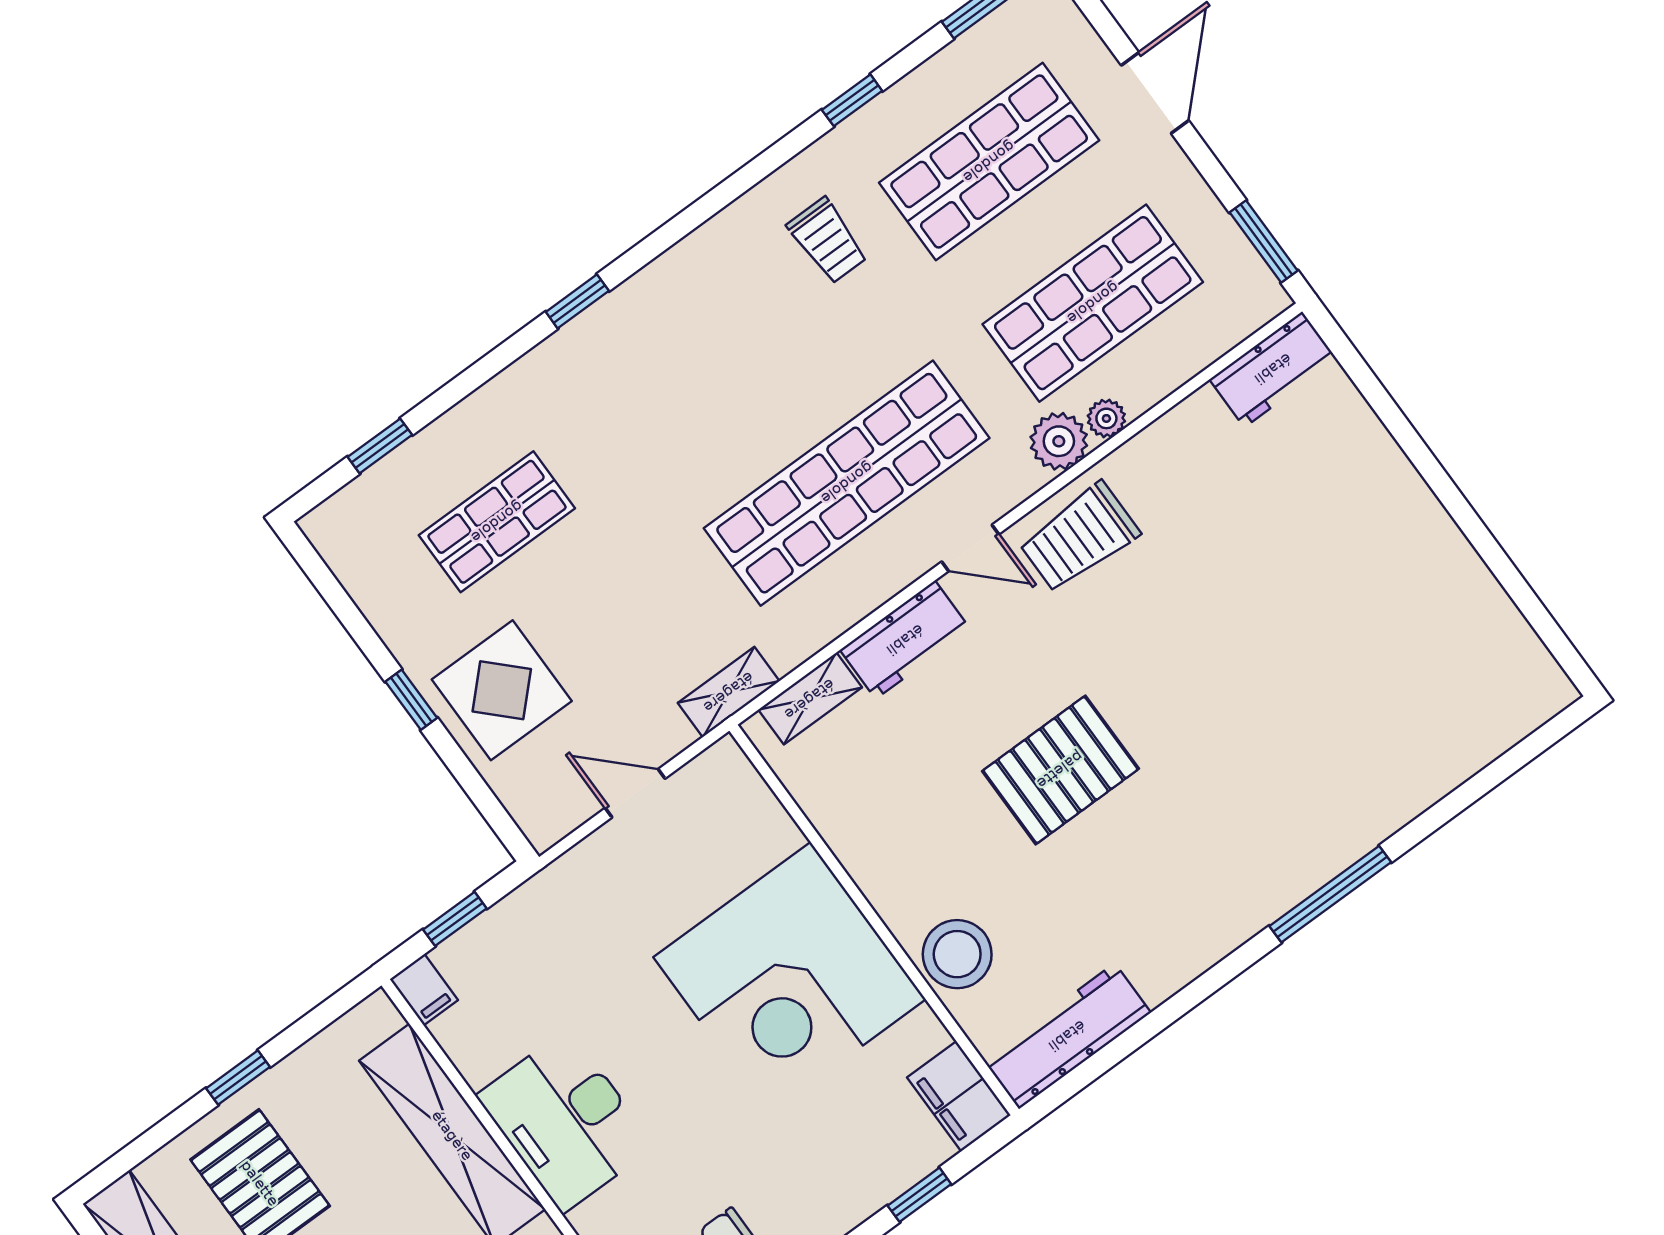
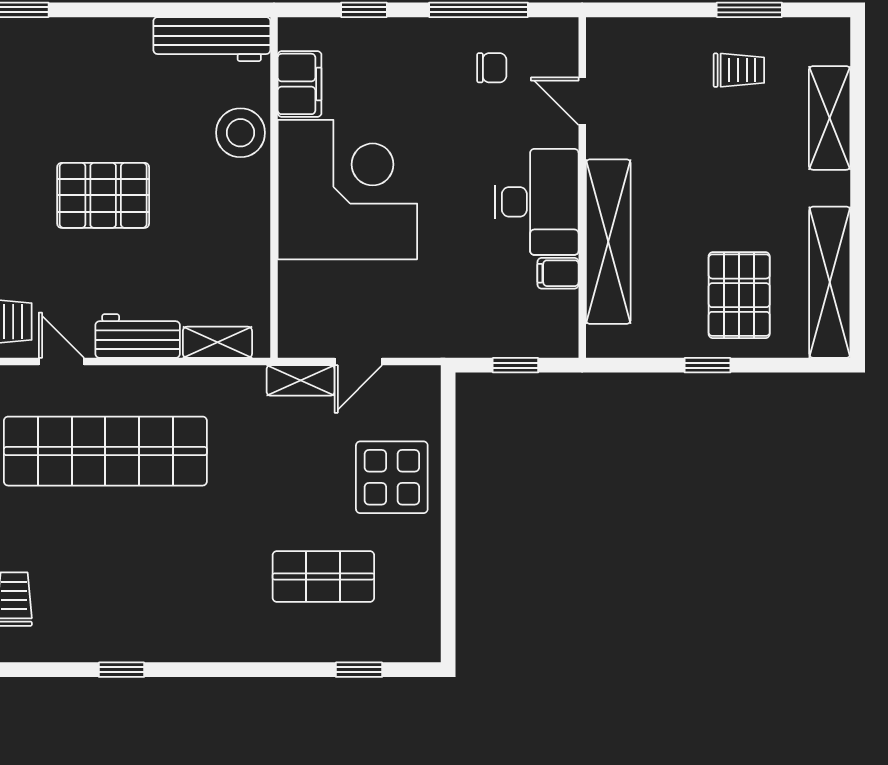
window: (577, 301) -> (122, 670), moved
shelving: (729, 692) -> (301, 380), moved
window: (411, 700) -> (448, 510), removed
door: (635, 793) -> (358, 362), hinge flipped
filing cabinet: (424, 990) -> (558, 273), moved, turned -90
filing cabinet: (959, 1096) -> (300, 84), moved

